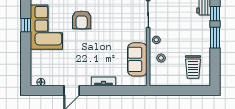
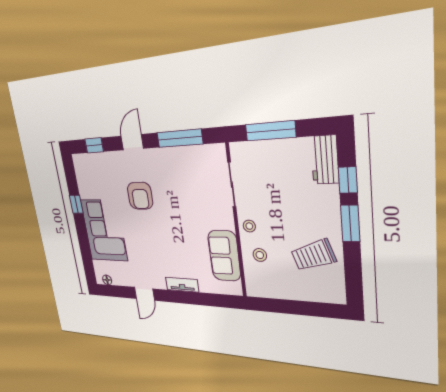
corner sofa: (46, 27) -> (104, 230), moved
trolley: (193, 67) -> (313, 255), moved, turned 71

